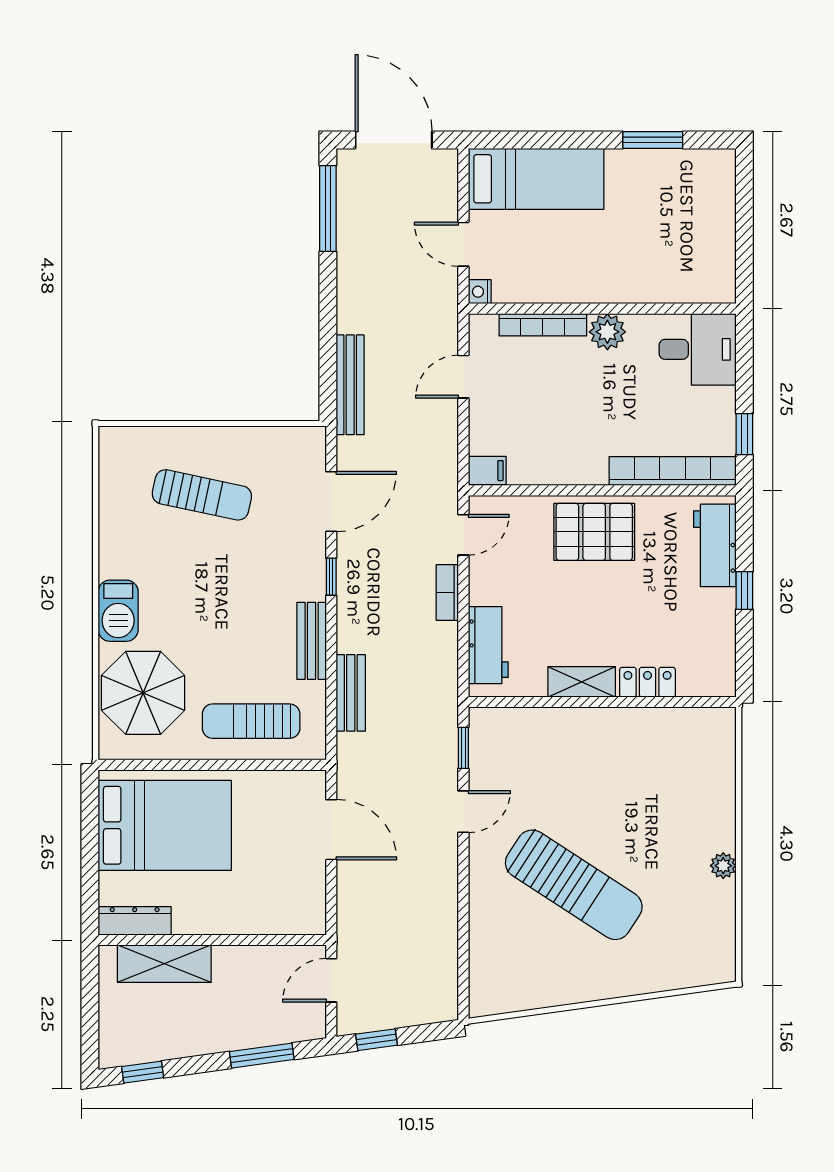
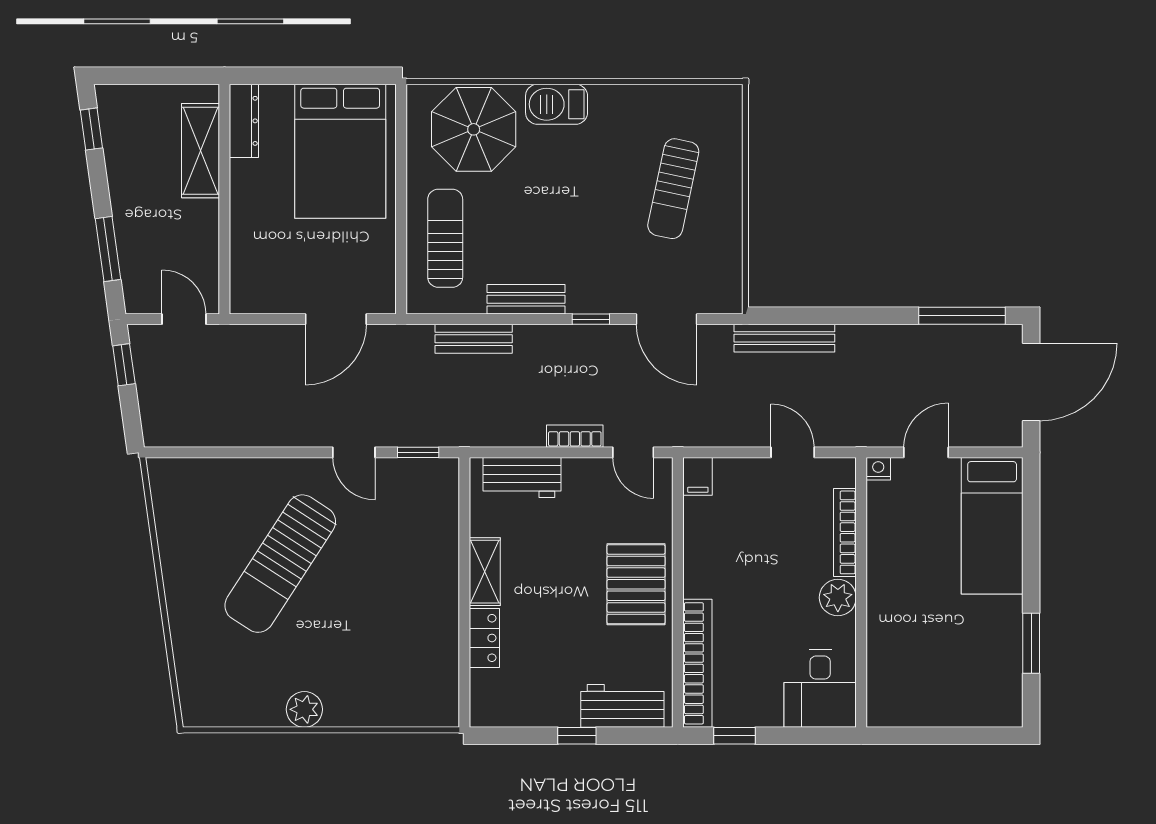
plant: (723, 866) -> (304, 709), width x1.38, depth x1.38

